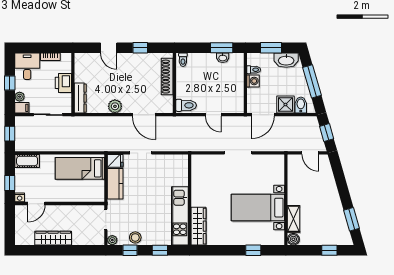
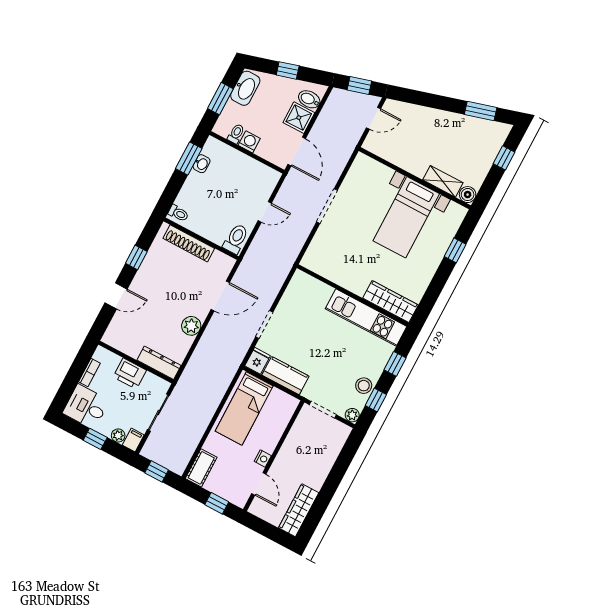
window: (312, 81) -> (288, 70), width x0.46
nightstand: (20, 197) -> (263, 459), moved
wardrobe: (53, 238) -> (299, 510), moved

